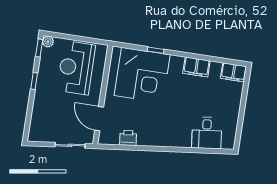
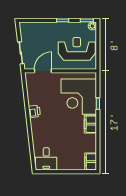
filing cabinet: (196, 67) -> (90, 124), moved
desk: (207, 133) -> (46, 159), moved, turned -84
printer: (128, 138) -> (34, 111), moved

